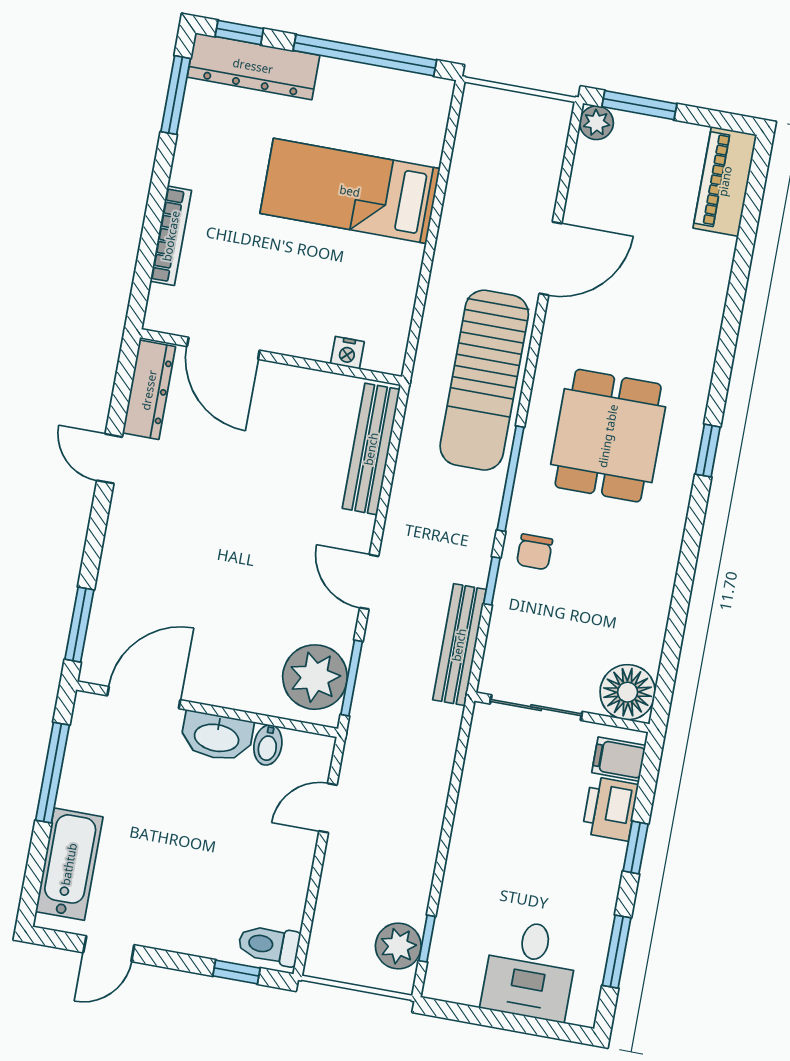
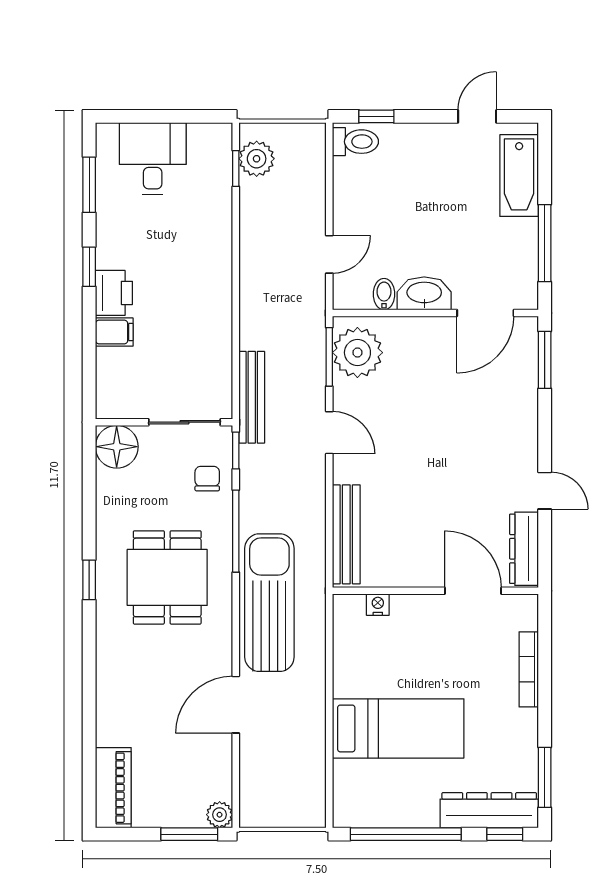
floor lamp: (628, 692) -> (117, 447), moved
sliding door: (536, 708) -> (184, 422), moved
wall: (562, 712) -> (164, 422), moved

